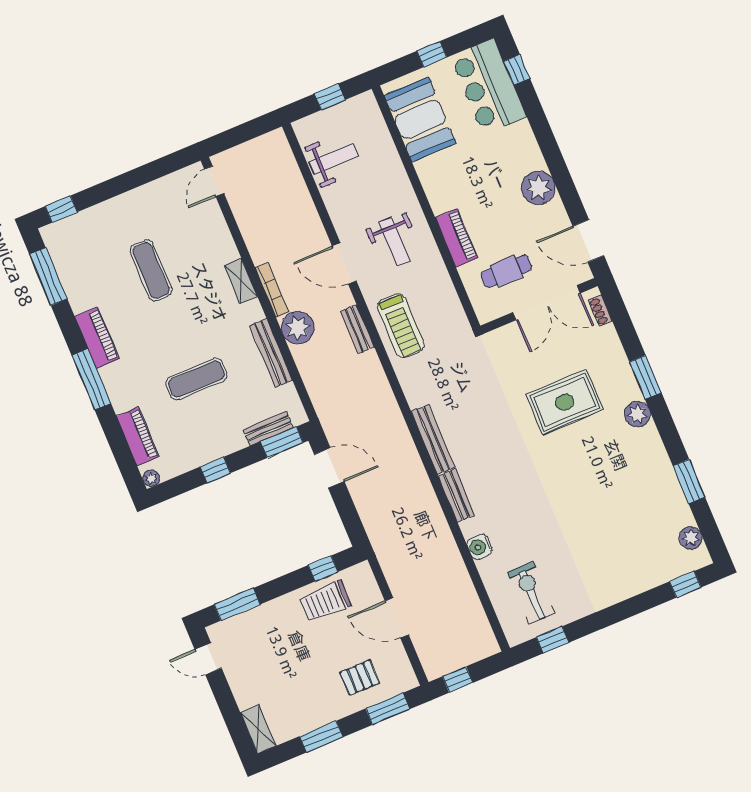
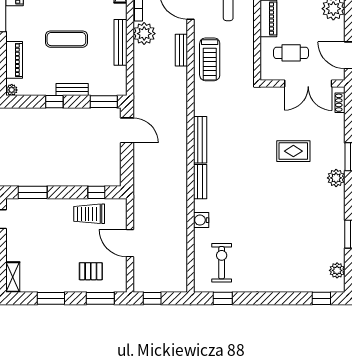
rug: (565, 402) -> (293, 151), width x0.73, depth x0.70
bench: (268, 429) -> (72, 89), moved

